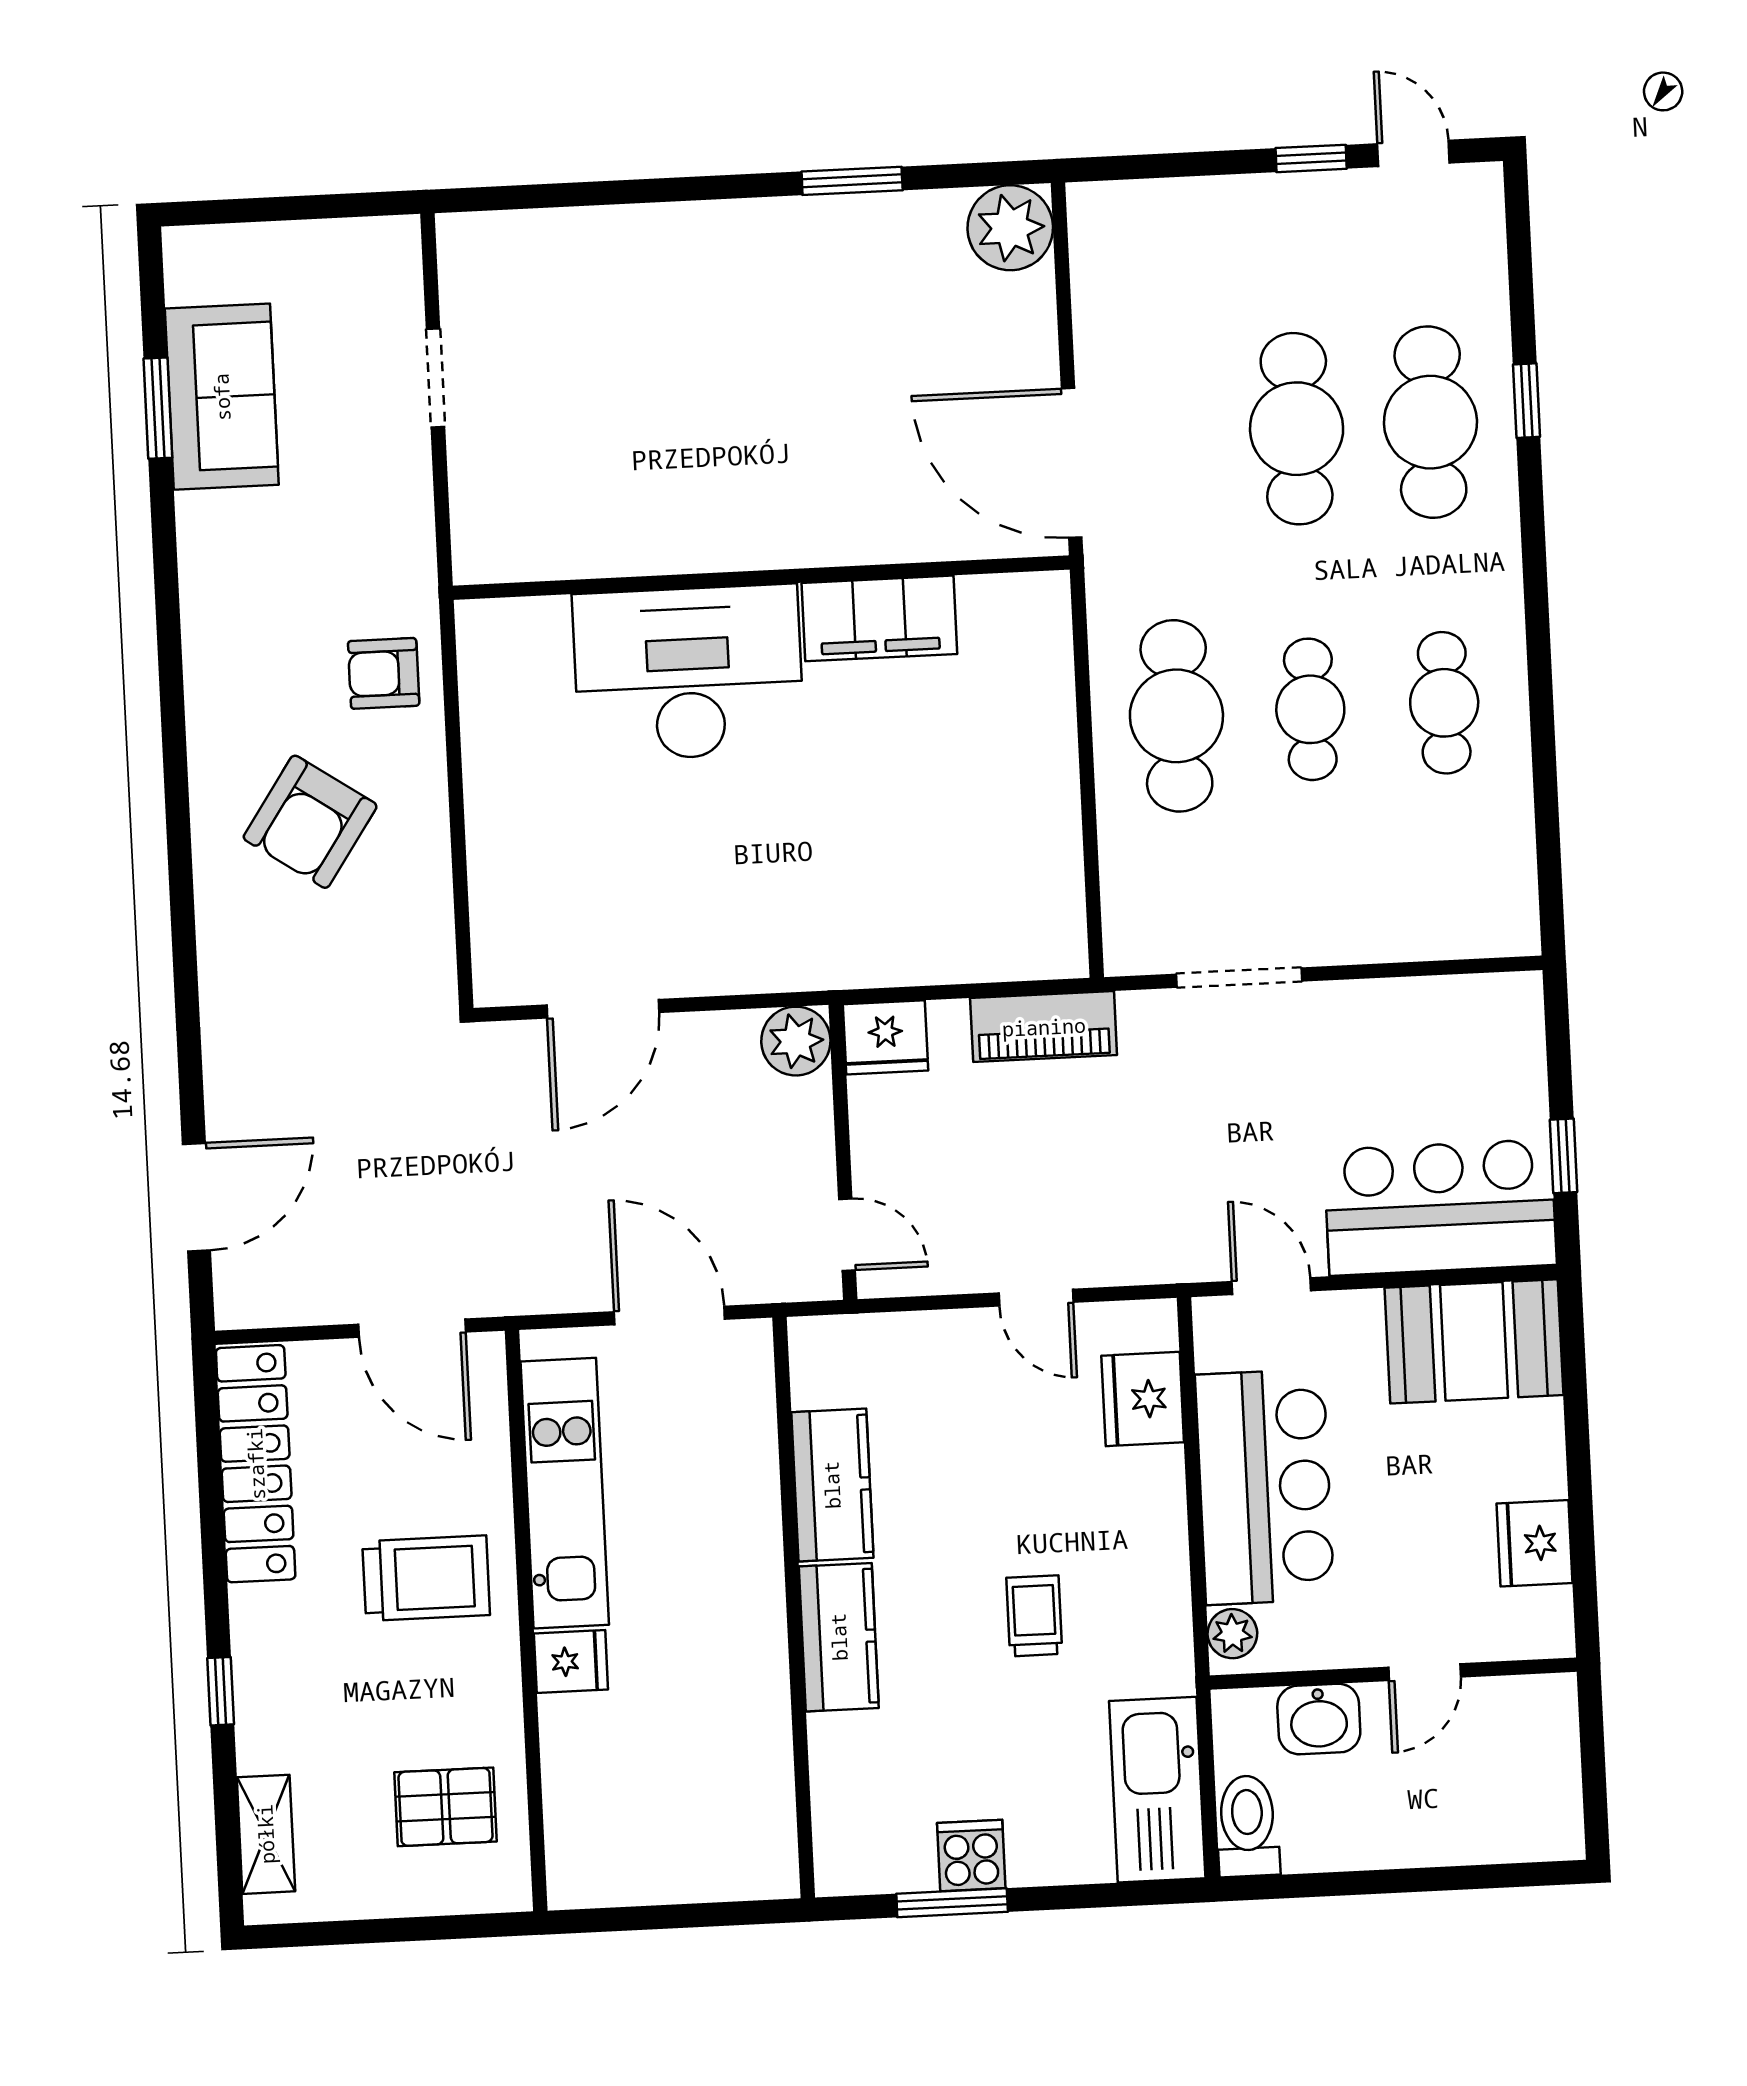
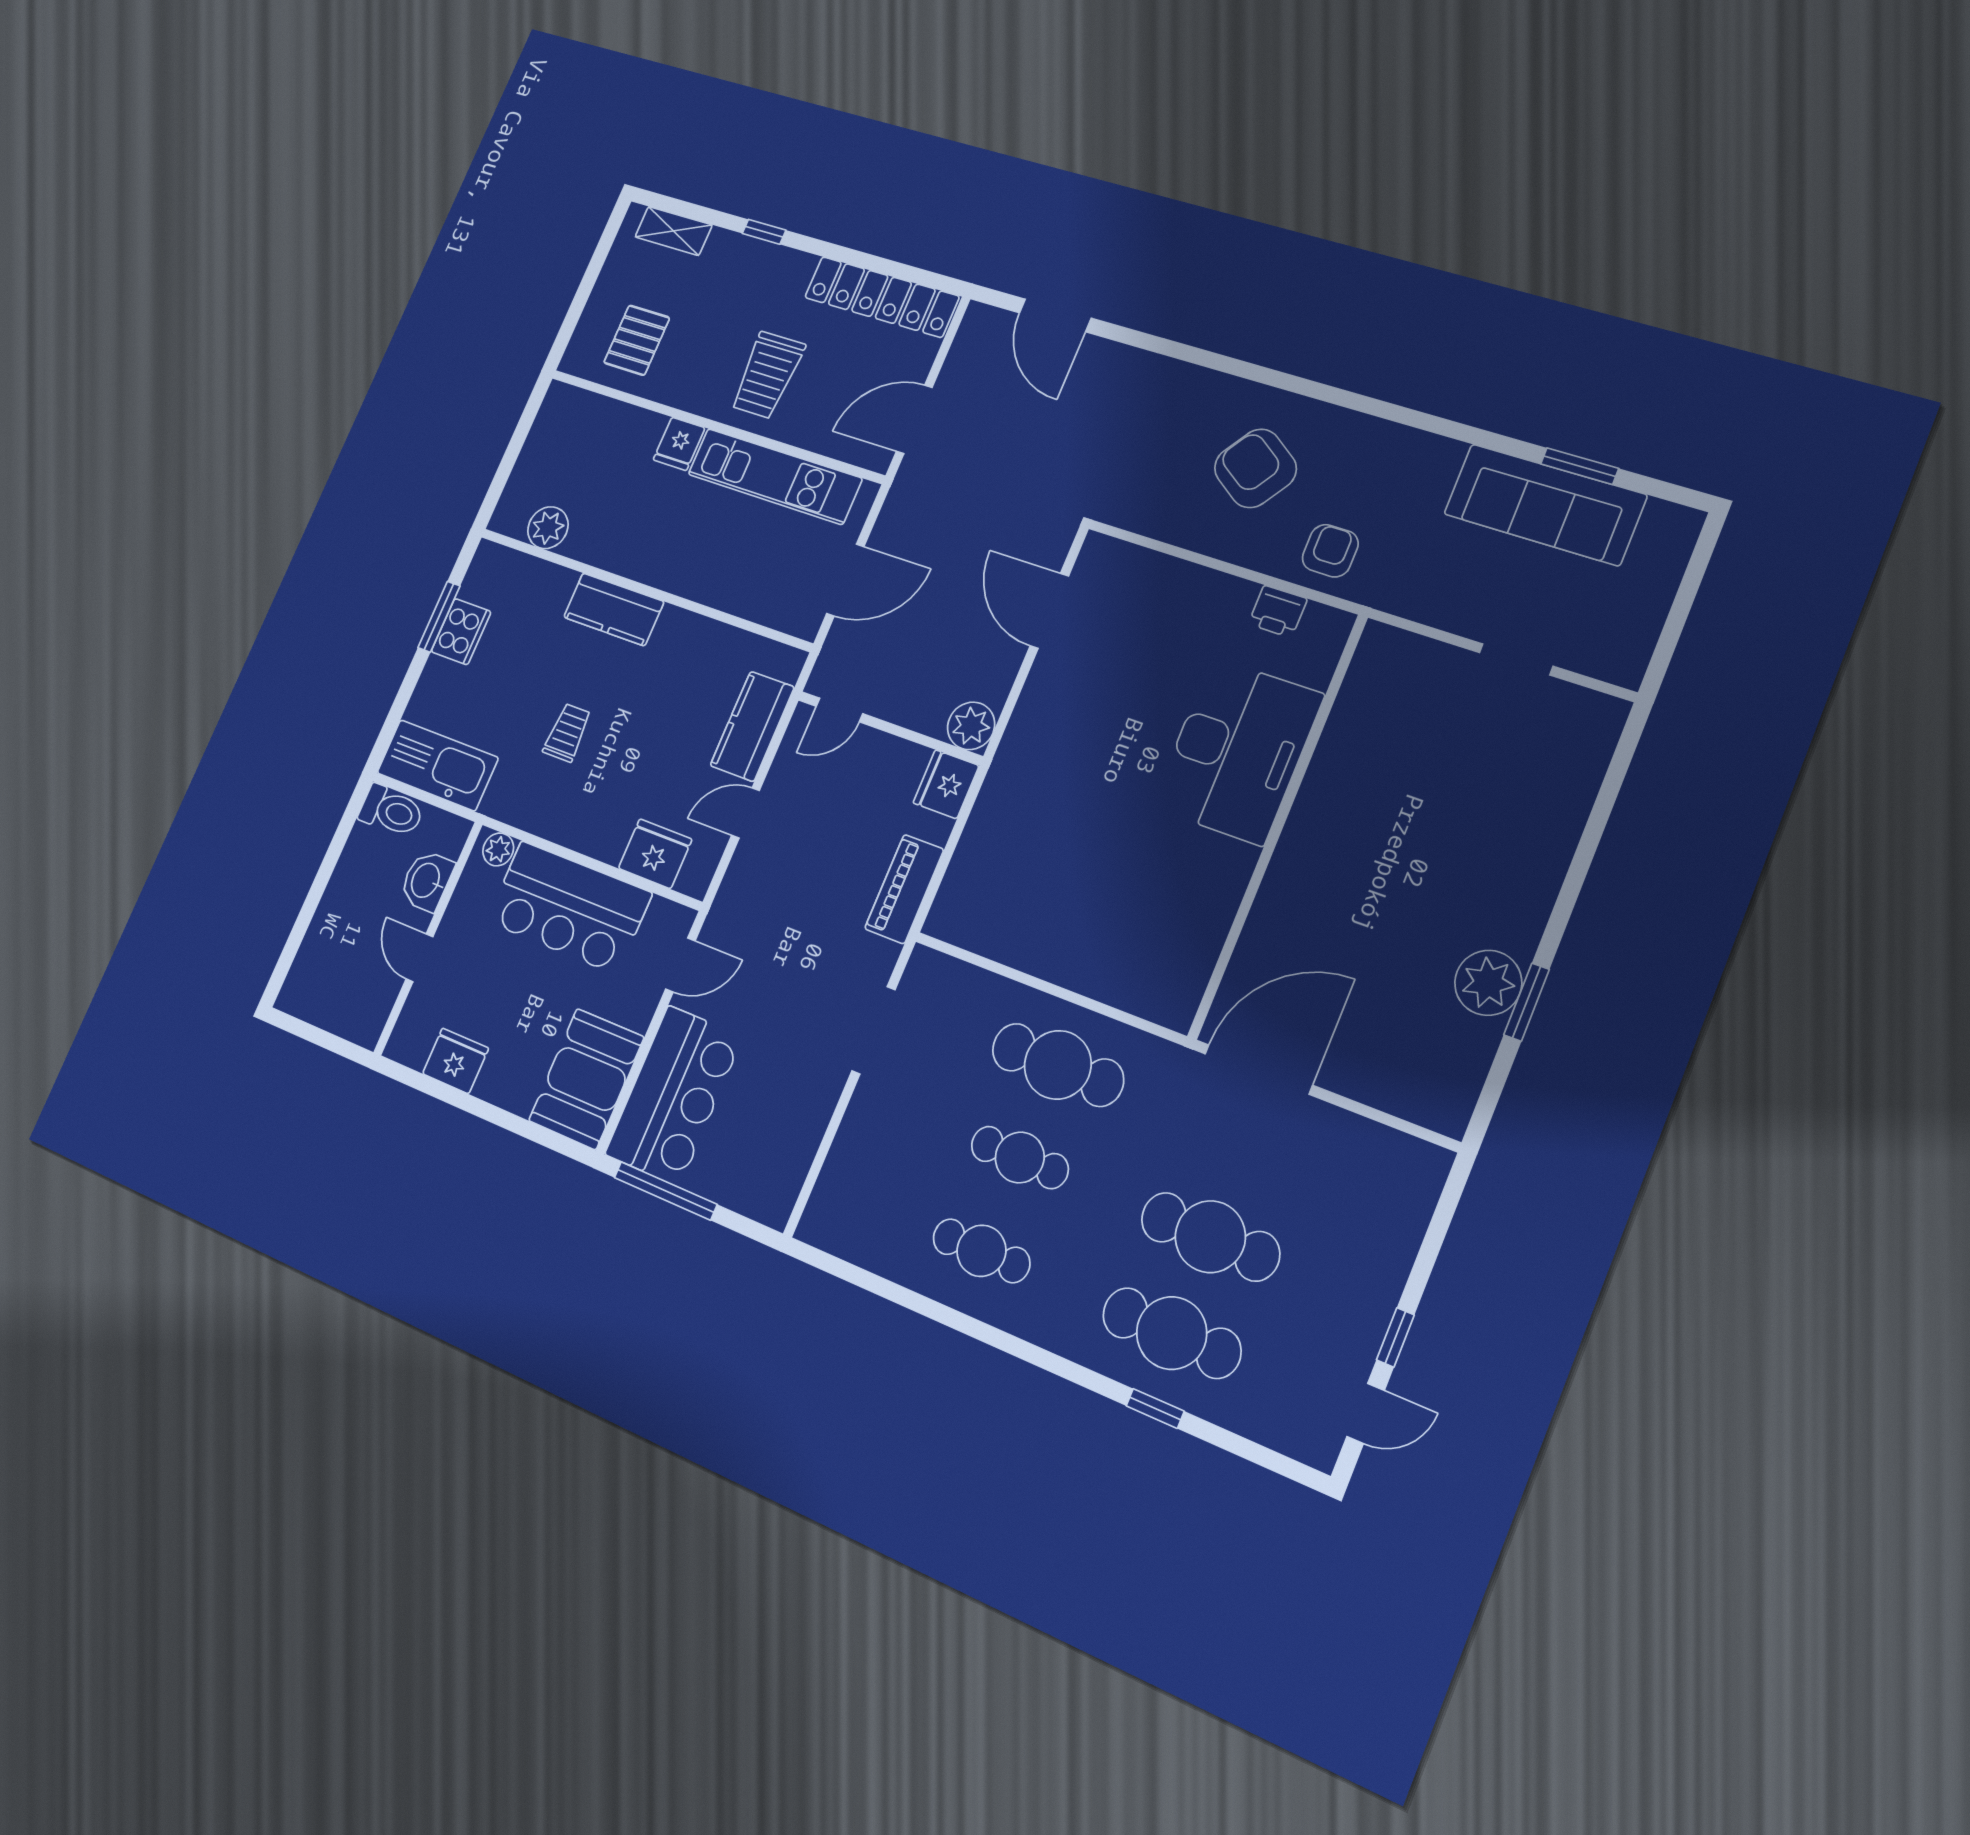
plant: (1010, 228) -> (1488, 983), moved
sofa: (222, 397) -> (1545, 505), width x1.36
filing cabinet: (879, 618) -> (1214, 893), removed
printer: (488, 705) -> (1278, 611), added
window: (1563, 1156) -> (665, 1191), width x2.17
kitchen counter: (832, 1485) -> (752, 726), moved, turned 90
trolley: (1034, 1616) -> (567, 733), turned -90
plant: (763, 1801) -> (548, 528), added
cooker: (971, 1856) -> (461, 632), width x1.36

